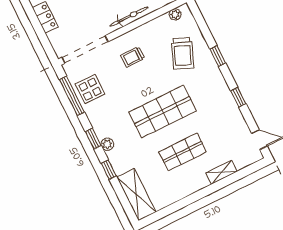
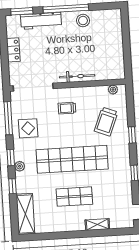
display table: (90, 89) -> (28, 128), moved
shop shelf: (163, 112) -> (72, 159), width x1.40

